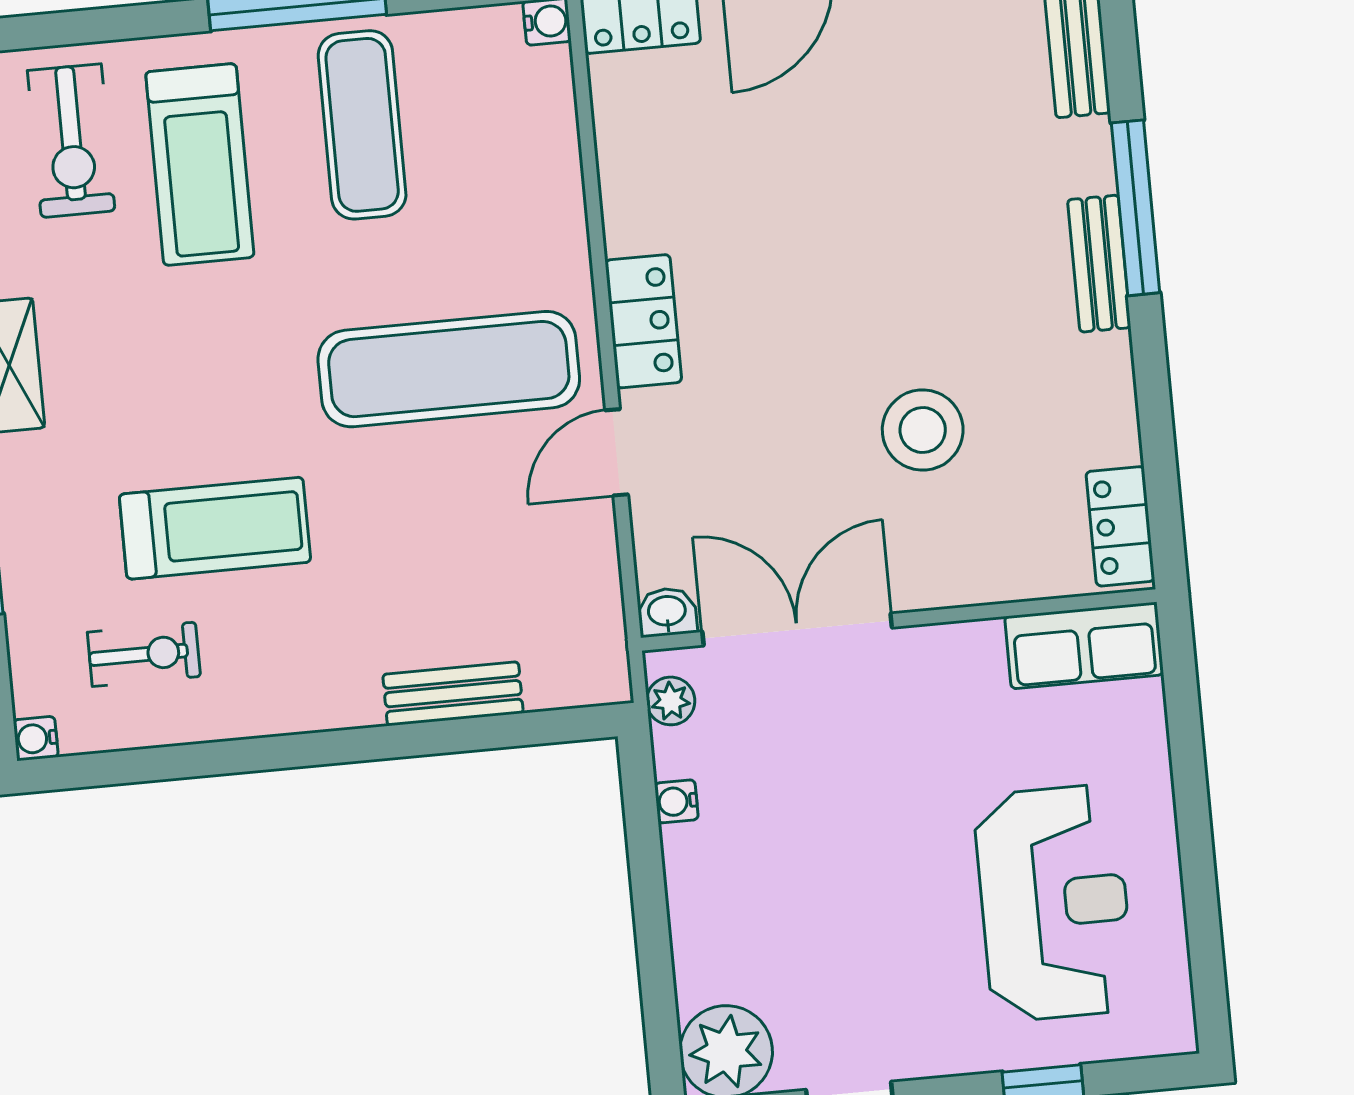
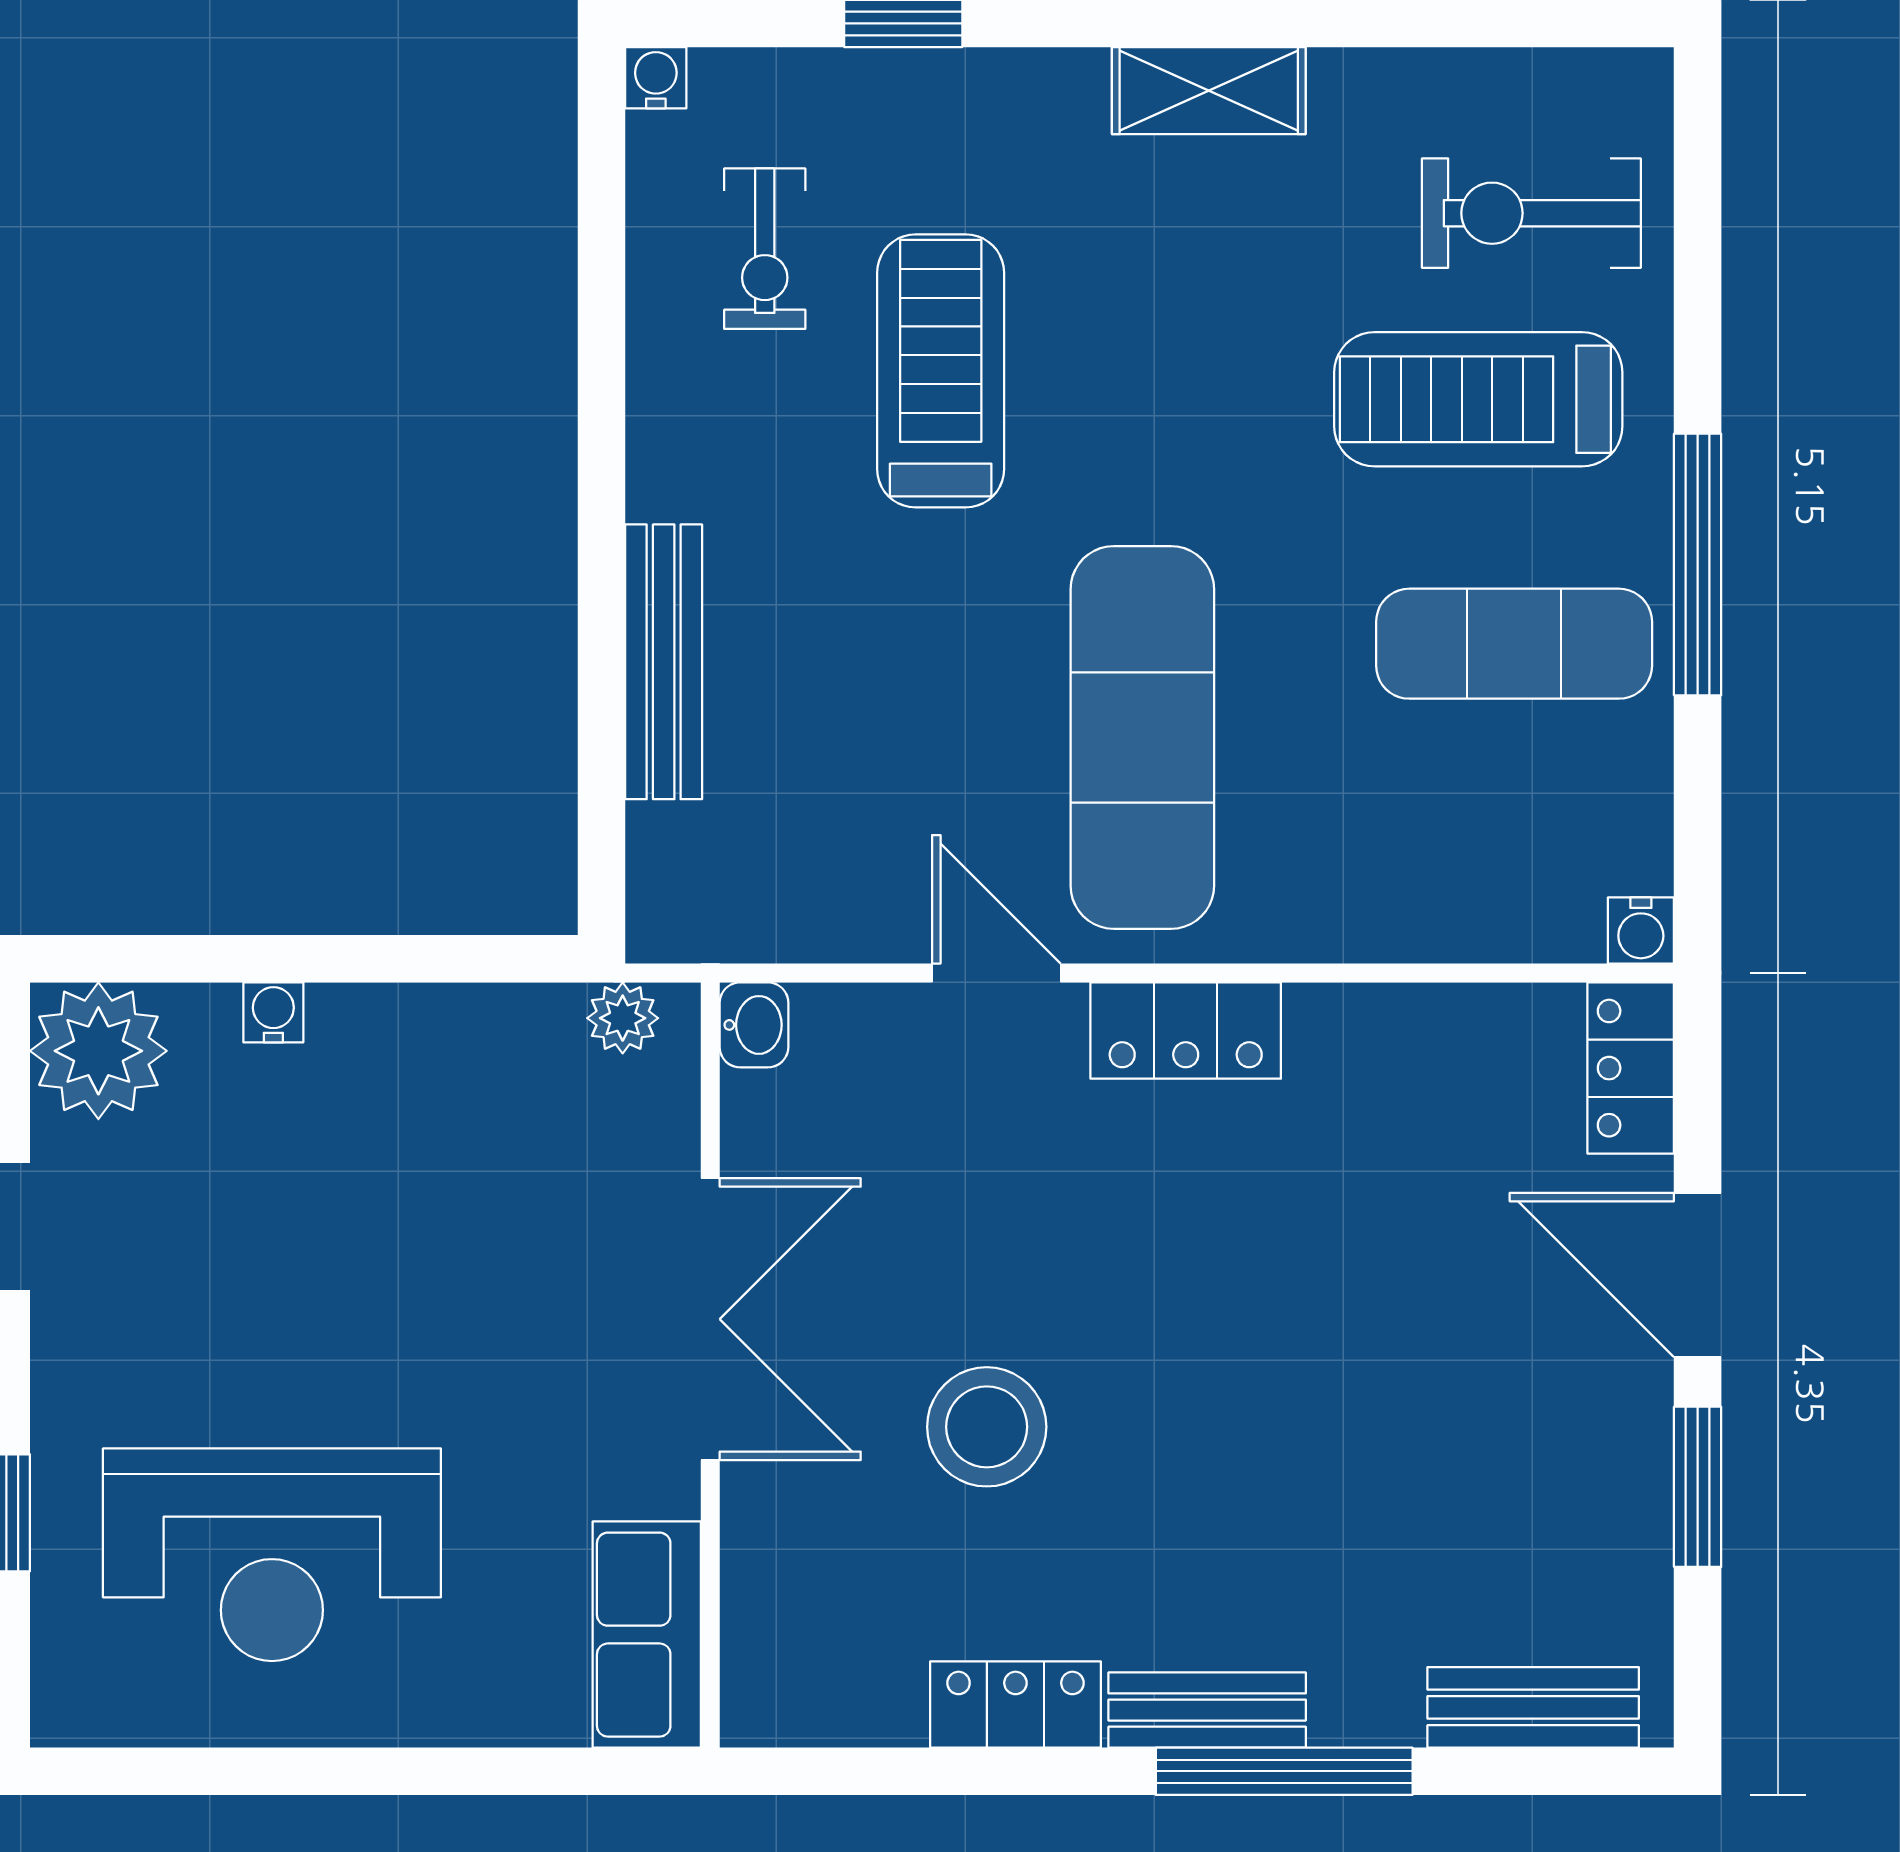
locker: (1120, 526) -> (1015, 1705), moved
treadmill: (215, 528) -> (941, 371), turned 180
double door: (797, 630) -> (710, 1319), moved
bench: (453, 694) -> (664, 662), width x1.36
water cooler: (676, 801) -> (273, 1012), moved

